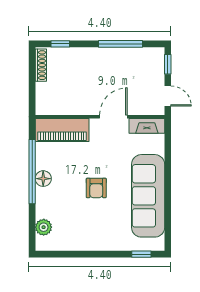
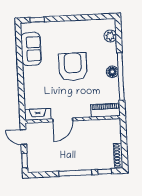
window: (121, 44) -> (75, 173), moved
piano: (62, 130) -> (106, 110), width x0.73, depth x0.75
armchair: (96, 188) -> (73, 67), width x1.88, depth x1.88
sofa: (148, 196) -> (31, 49), width x0.54, depth x0.79

